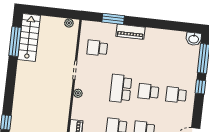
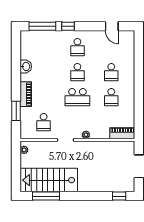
stairs: (29, 38) -> (49, 180), width x1.36, depth x1.51
washbasin: (194, 39) -> (26, 66), moved

